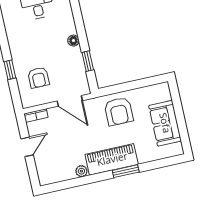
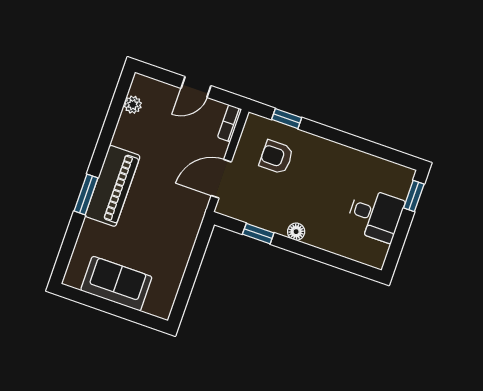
window: (10, 70) -> (287, 119), moved
armchair: (119, 111) -> (169, 233), removed
door: (27, 147) -> (196, 87), hinge flipped
plant: (81, 171) -> (133, 105), moved

